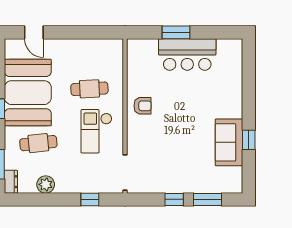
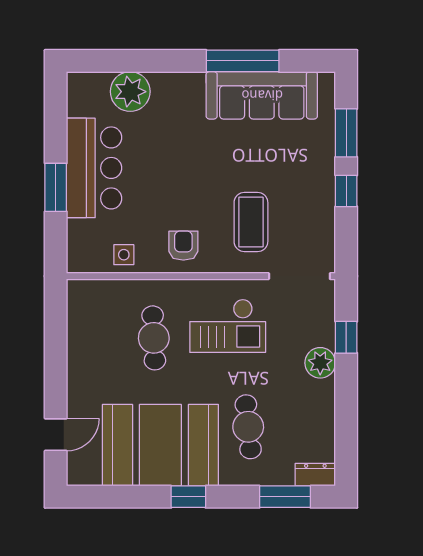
side table: (137, 72) -> (124, 255), added
plant: (231, 75) -> (130, 92), added
window: (249, 140) -> (243, 61), width x2.17
sofa: (229, 142) -> (262, 95), width x1.36
coffee table: (156, 145) -> (251, 222), added
plant: (46, 184) -> (320, 363), moved

